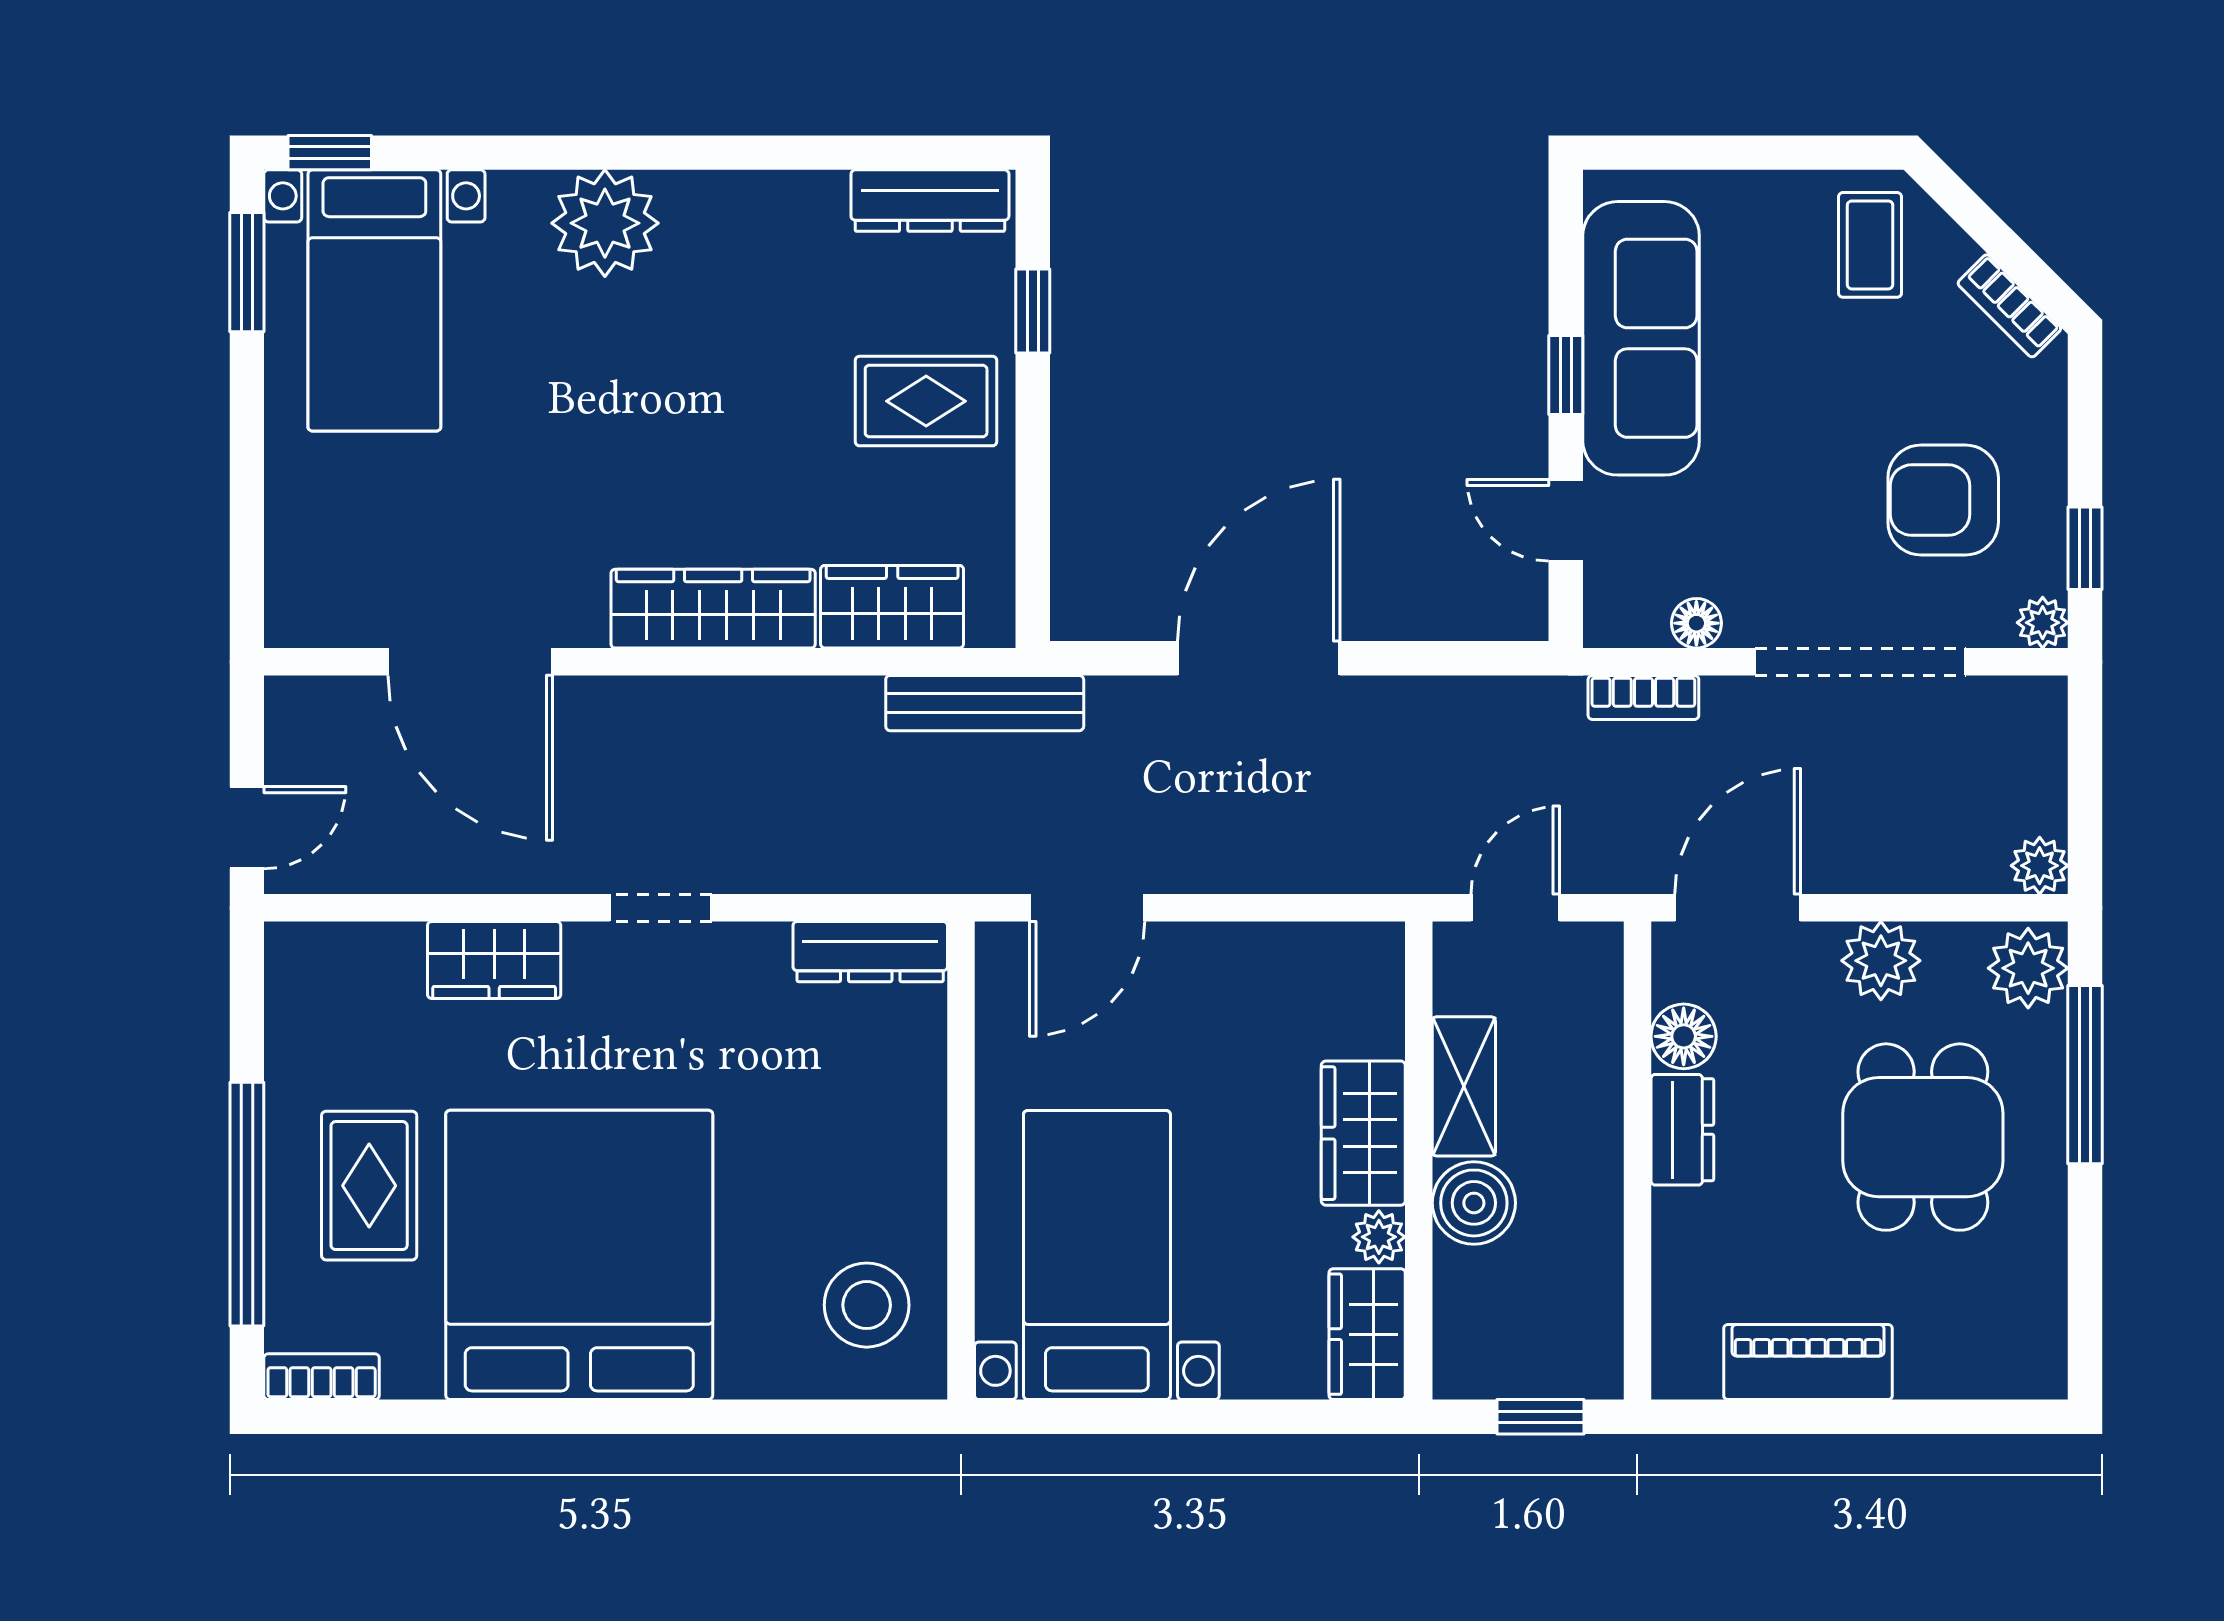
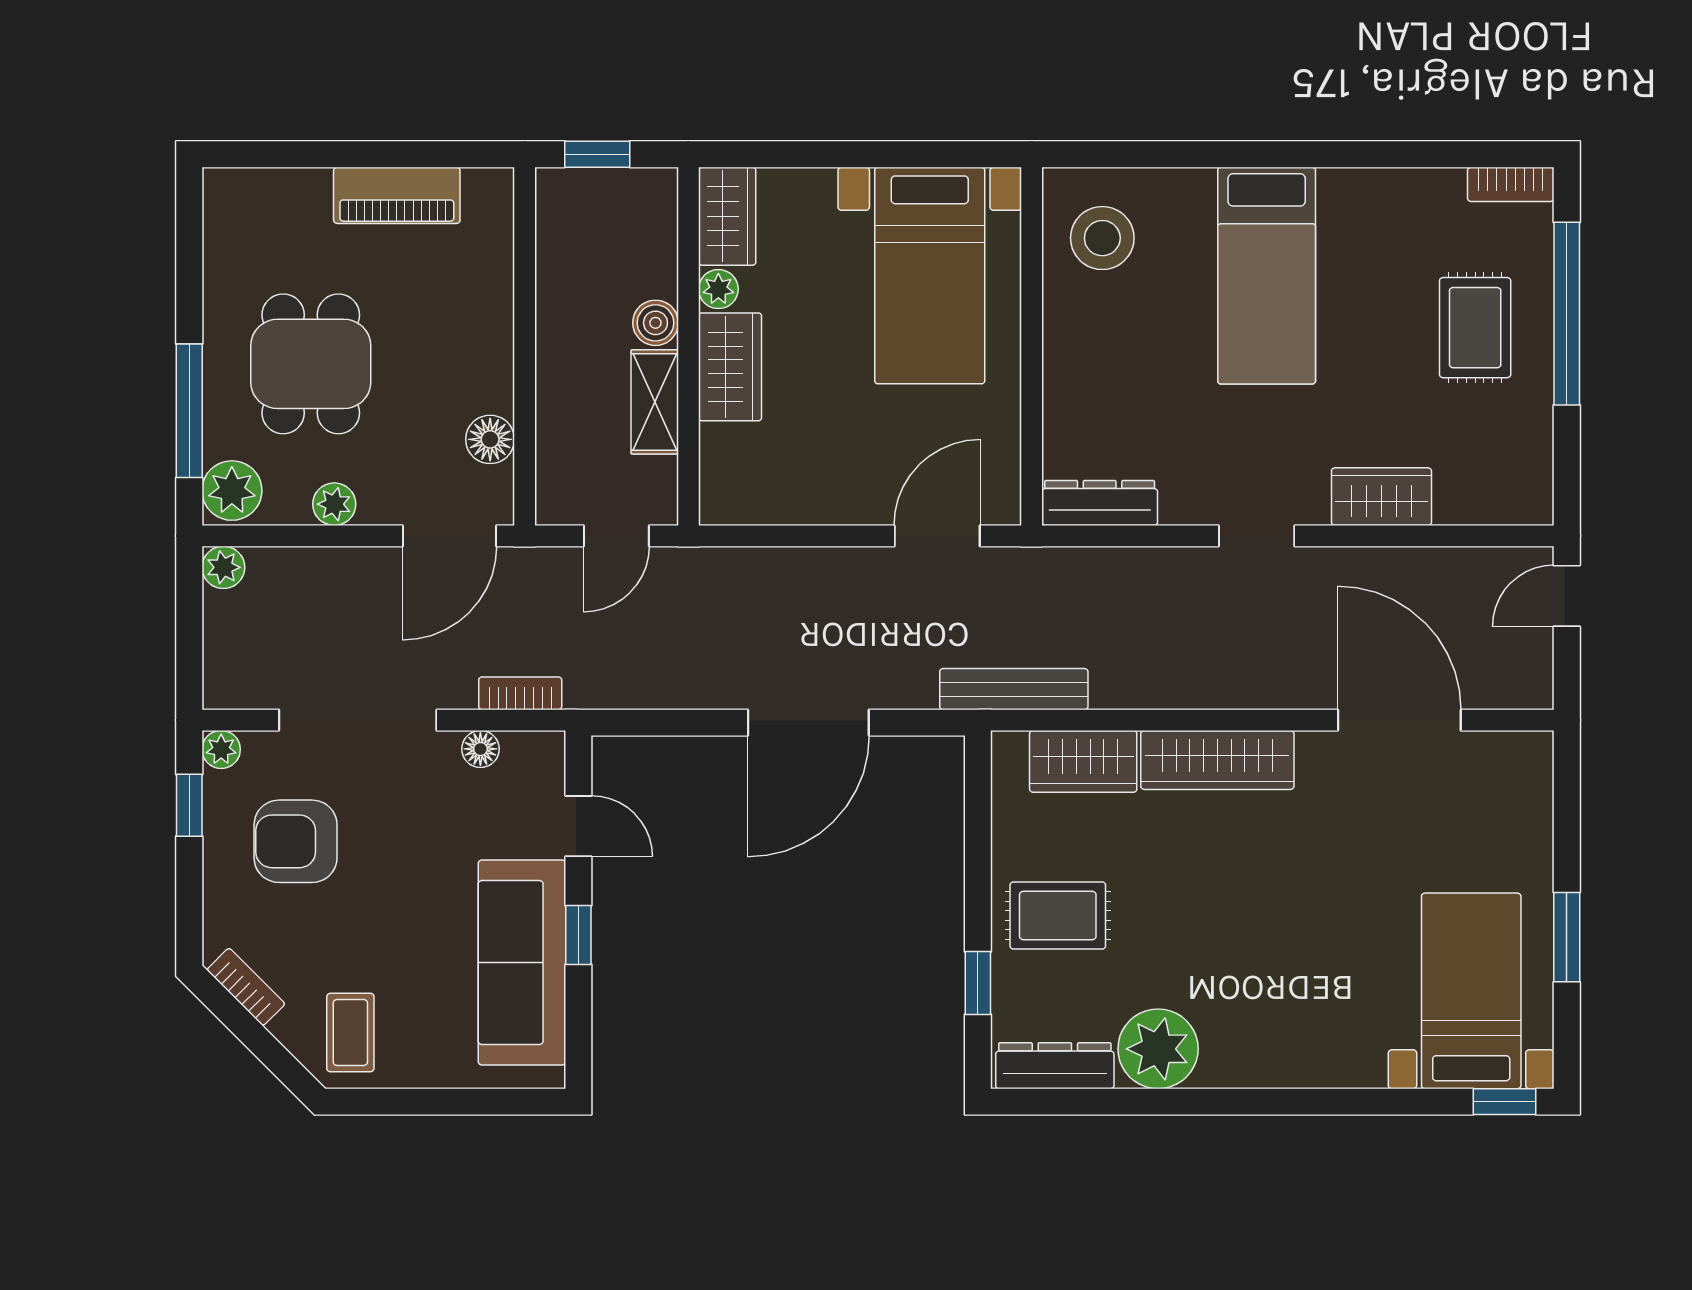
plant: (605, 223) -> (1158, 1049), moved
window: (247, 272) -> (1567, 937), moved
armchair: (1943, 500) -> (296, 841), turned 180
plant: (1881, 961) -> (334, 504), width x0.73, depth x0.73
dresser: (1682, 1130) -> (491, 369), removed
boiler: (1474, 1203) -> (656, 323), width x0.73, depth x0.73
bed: (579, 1255) -> (1267, 276), width x0.49

